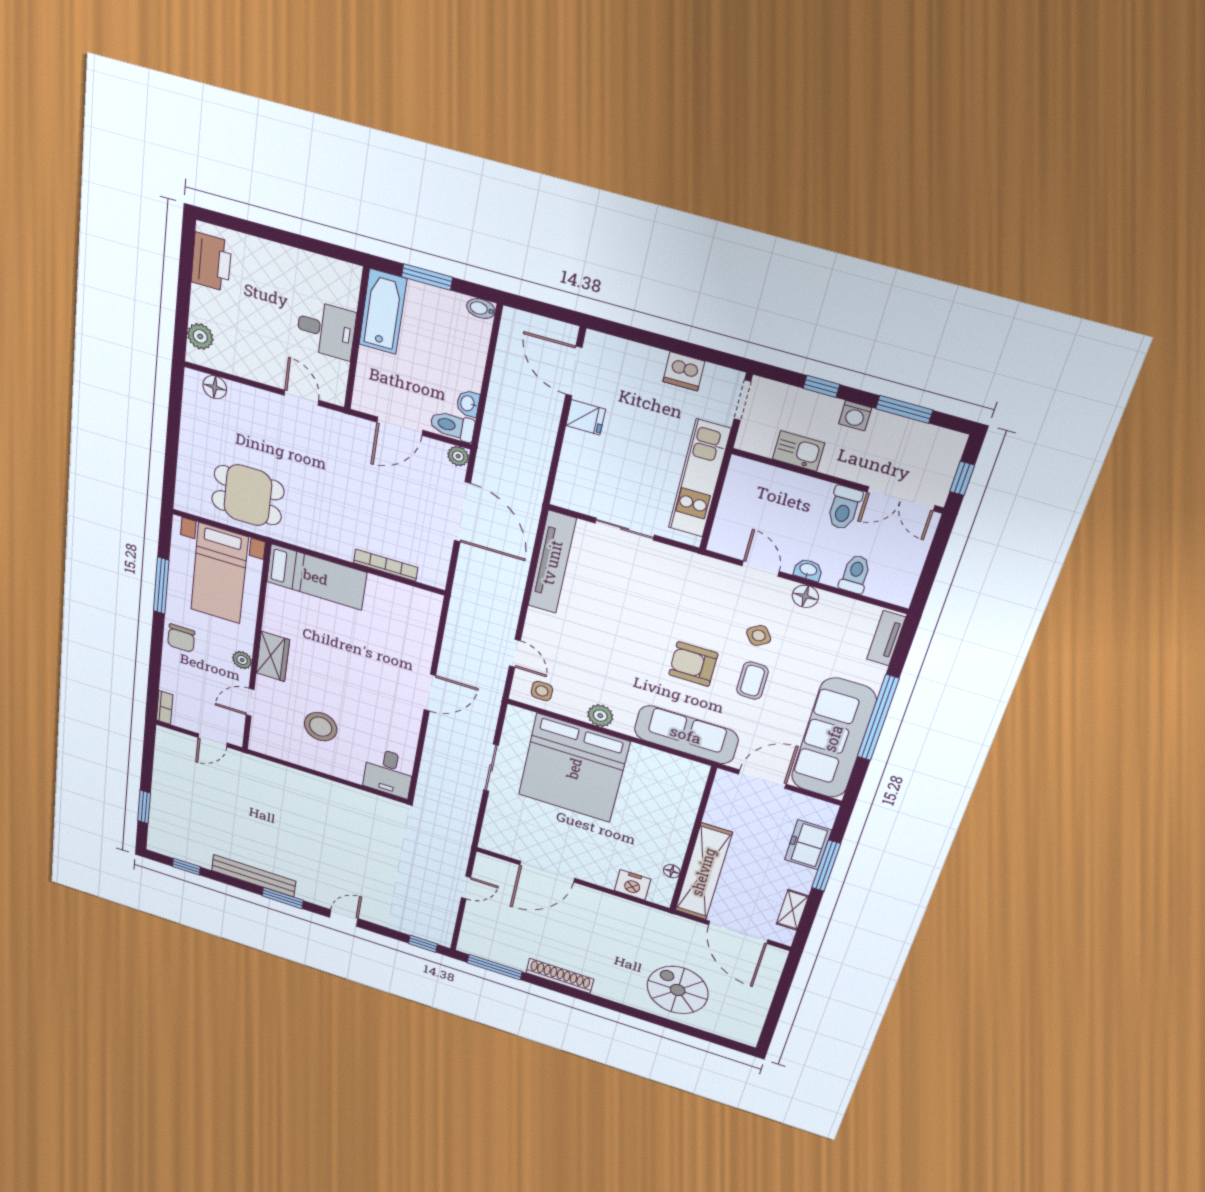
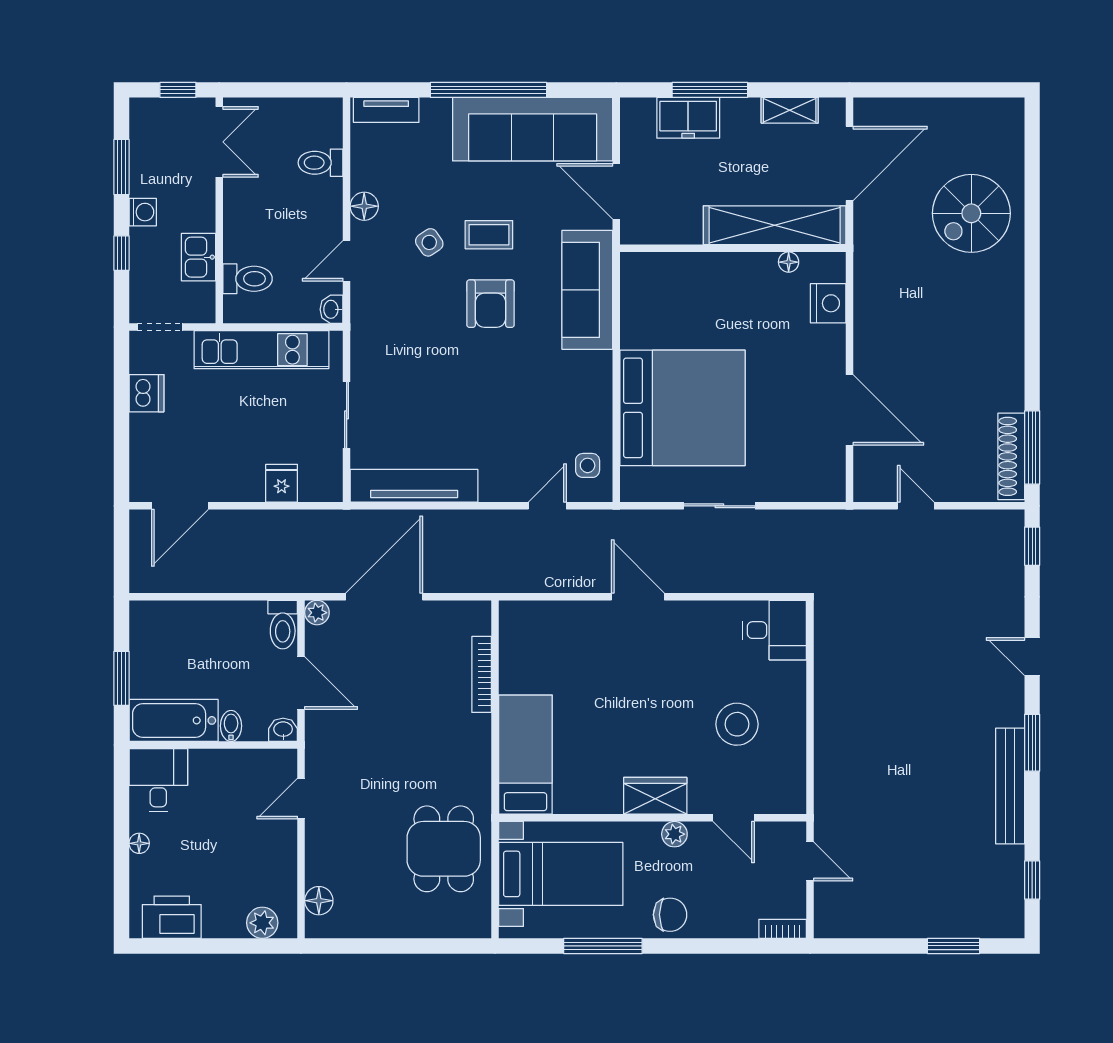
floor lamp: (278, 252) -> (139, 843), added
bidet: (481, 309) -> (231, 726), moved, turned 180
desk: (326, 330) -> (158, 780), moved
washbasin: (468, 403) -> (283, 730), moved, turned 180
fridge: (586, 417) -> (282, 483), moved
toilet: (844, 508) -> (248, 279), moved
washbasin: (808, 570) -> (332, 309), moved
plant: (600, 716) -> (597, 392), removed
shoe rack: (560, 976) -> (1011, 456), moved

